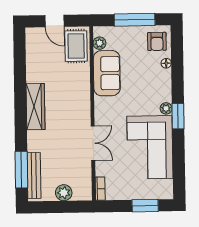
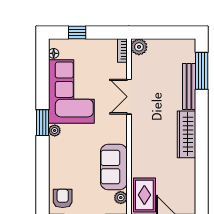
floor lamp: (166, 63) -> (54, 53), moved
bench: (34, 176) -> (189, 86), moved
plant: (64, 193) -> (139, 47), moved
window: (145, 206) -> (77, 33), width x0.67

